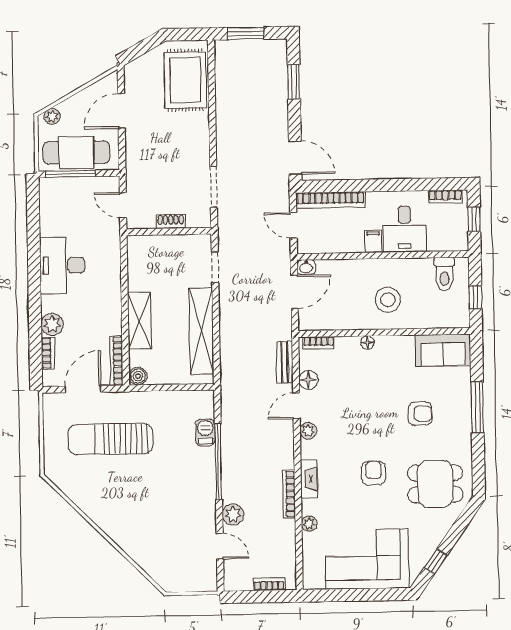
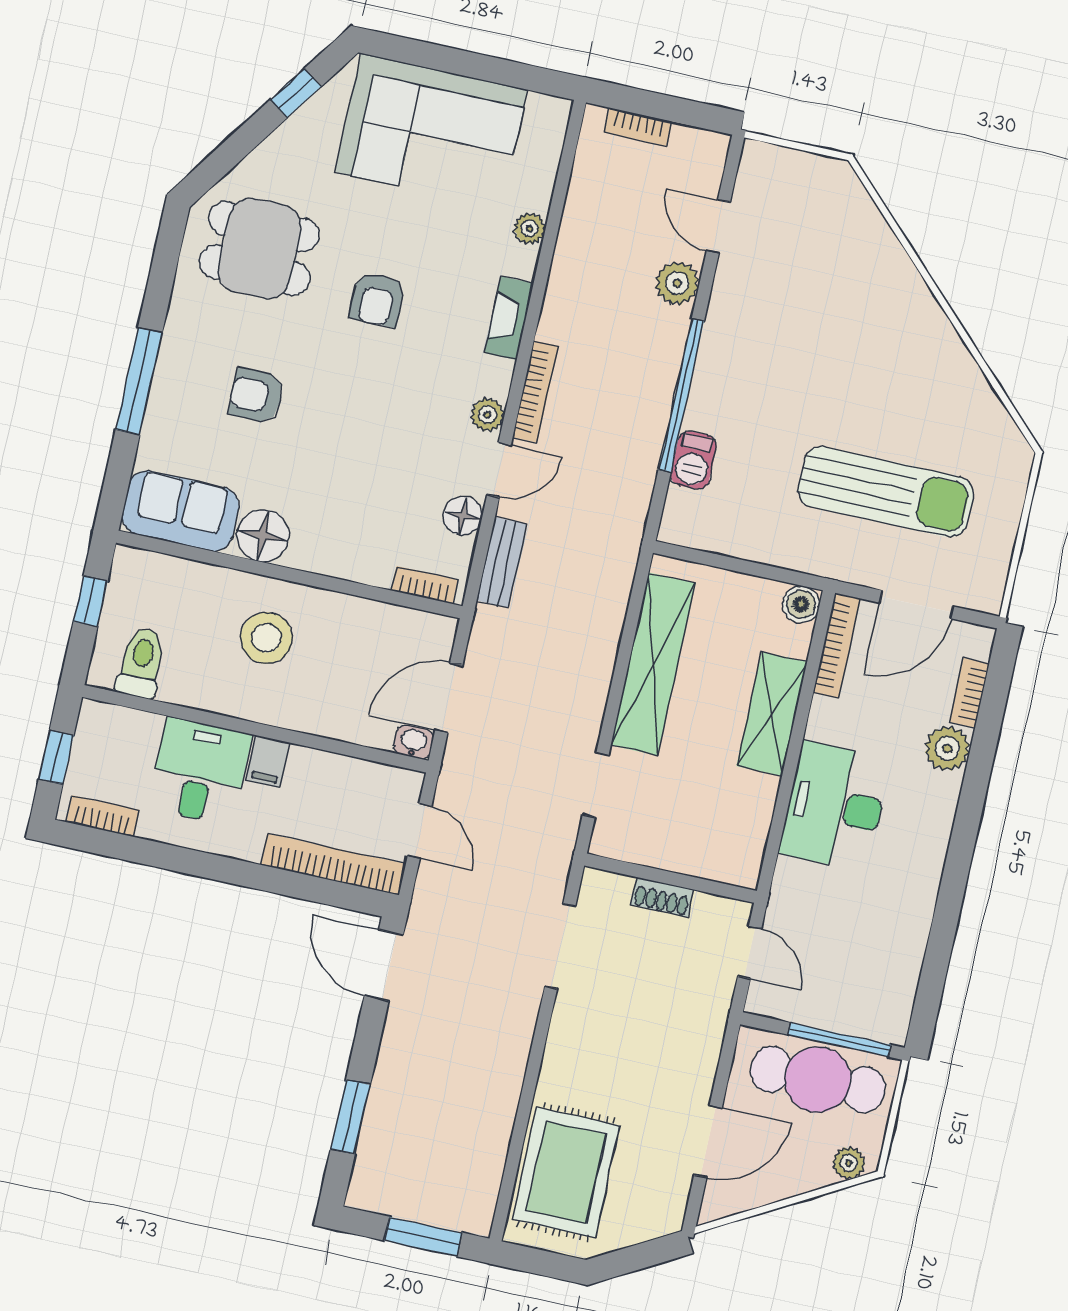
desk: (62, 265) -> (835, 806), moved, turned 180
floor lamp: (367, 342) -> (263, 536), moved, width x1.89, depth x1.89
bookcase: (289, 494) -> (535, 392), moved

